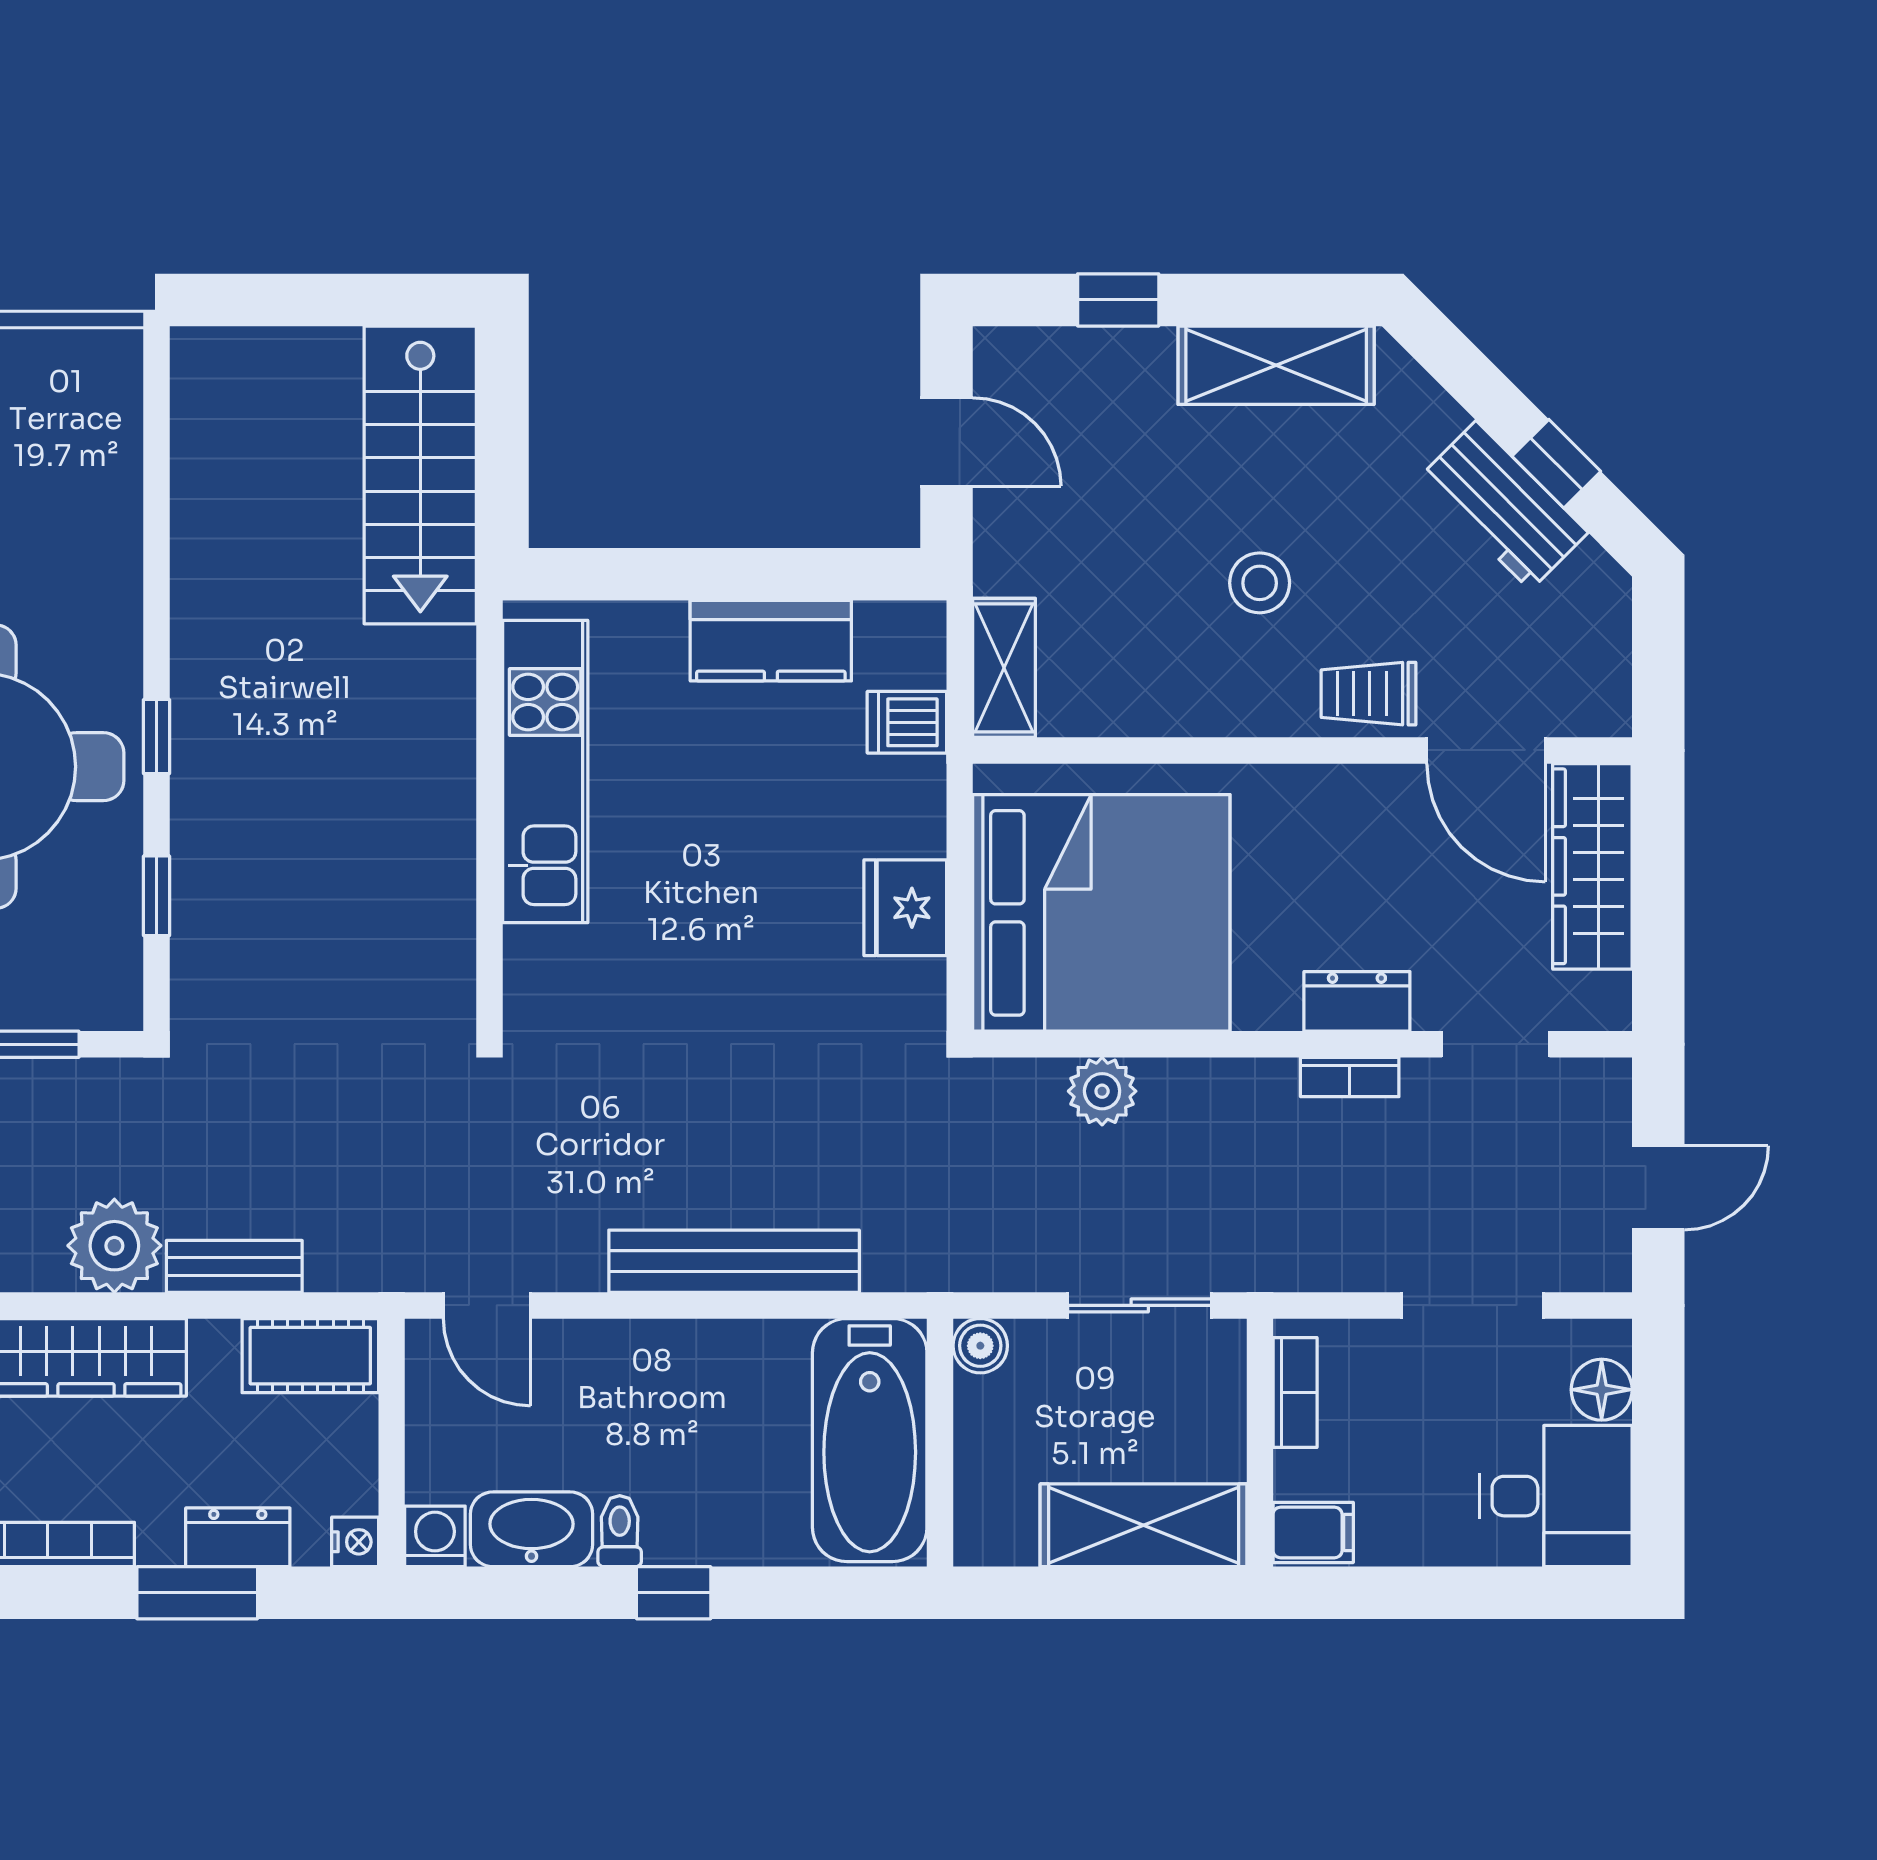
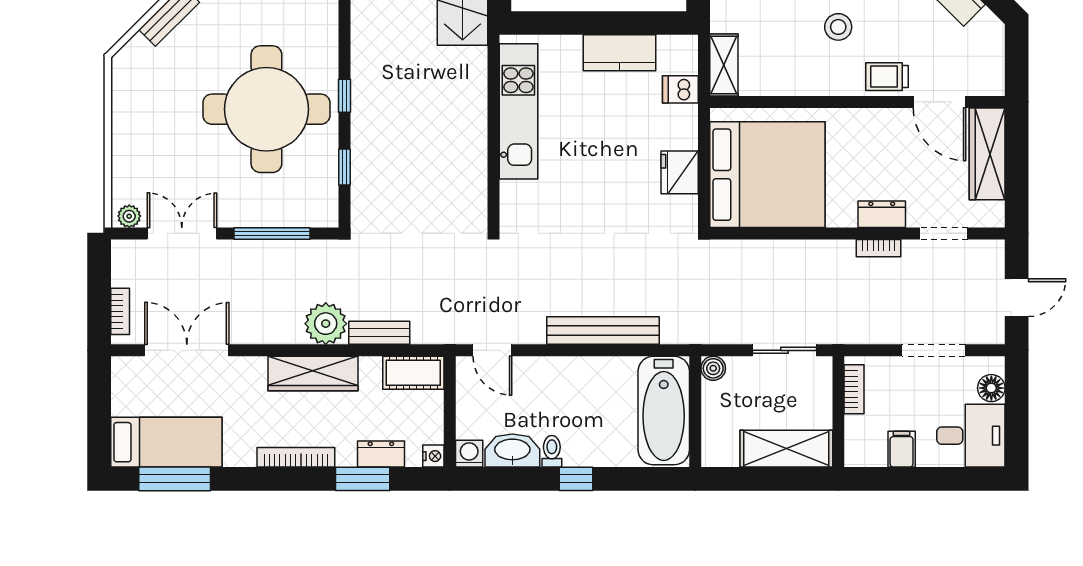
plant: (1102, 1091) -> (768, 254), removed
filing cabinet: (1313, 1532) -> (902, 449), moved, turned -90

